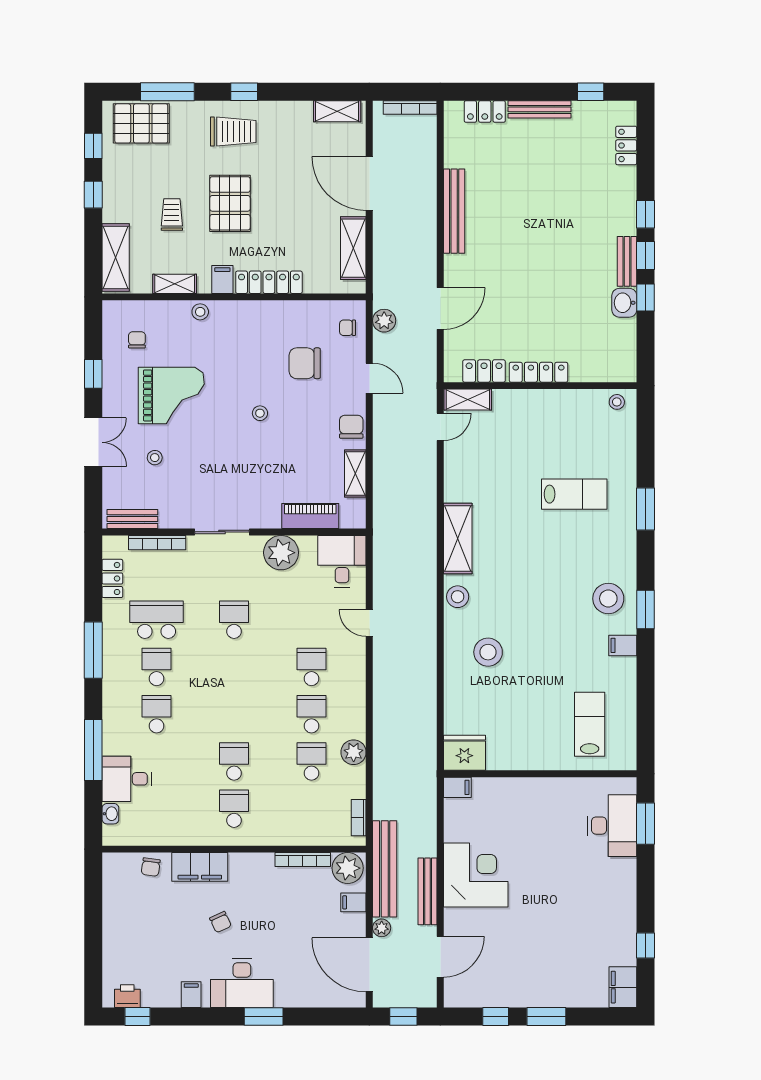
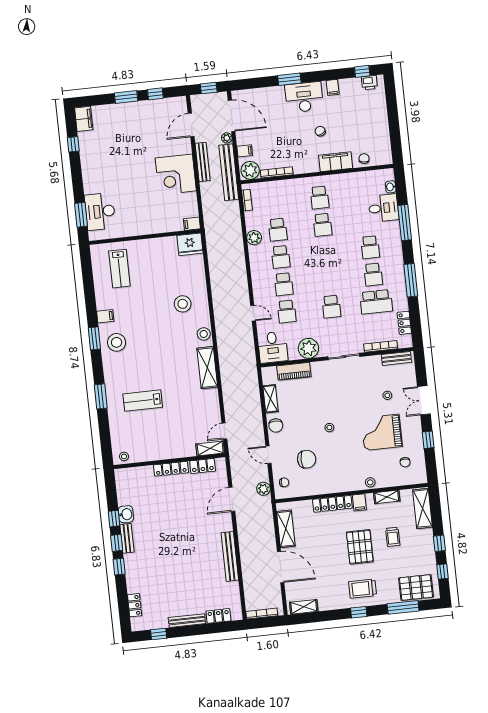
school desk: (311, 620) -> (287, 312), added

